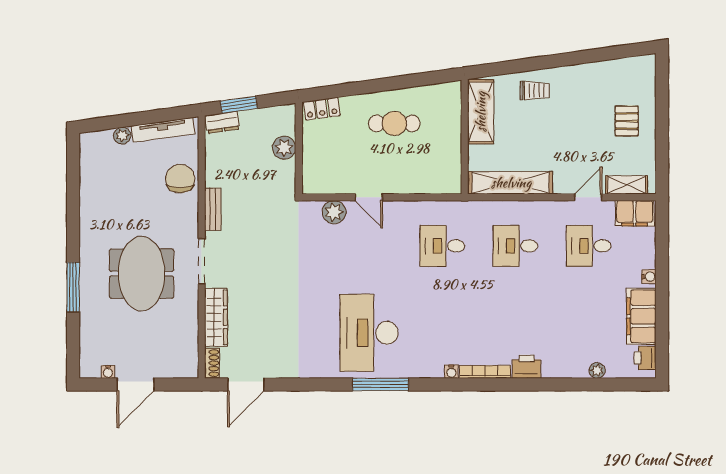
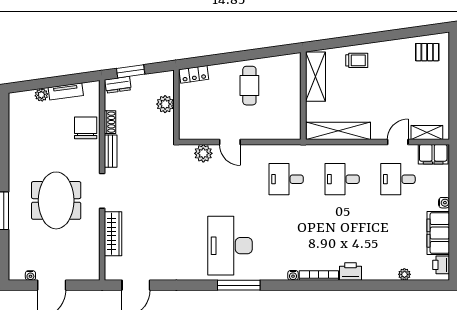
pallet: (627, 121) -> (427, 52), moved, turned 90
cafe table: (394, 123) -> (249, 86), turned 90
tv unit: (163, 130) -> (66, 91), width x0.71
shoe rack: (212, 363) -> (110, 122), moved

